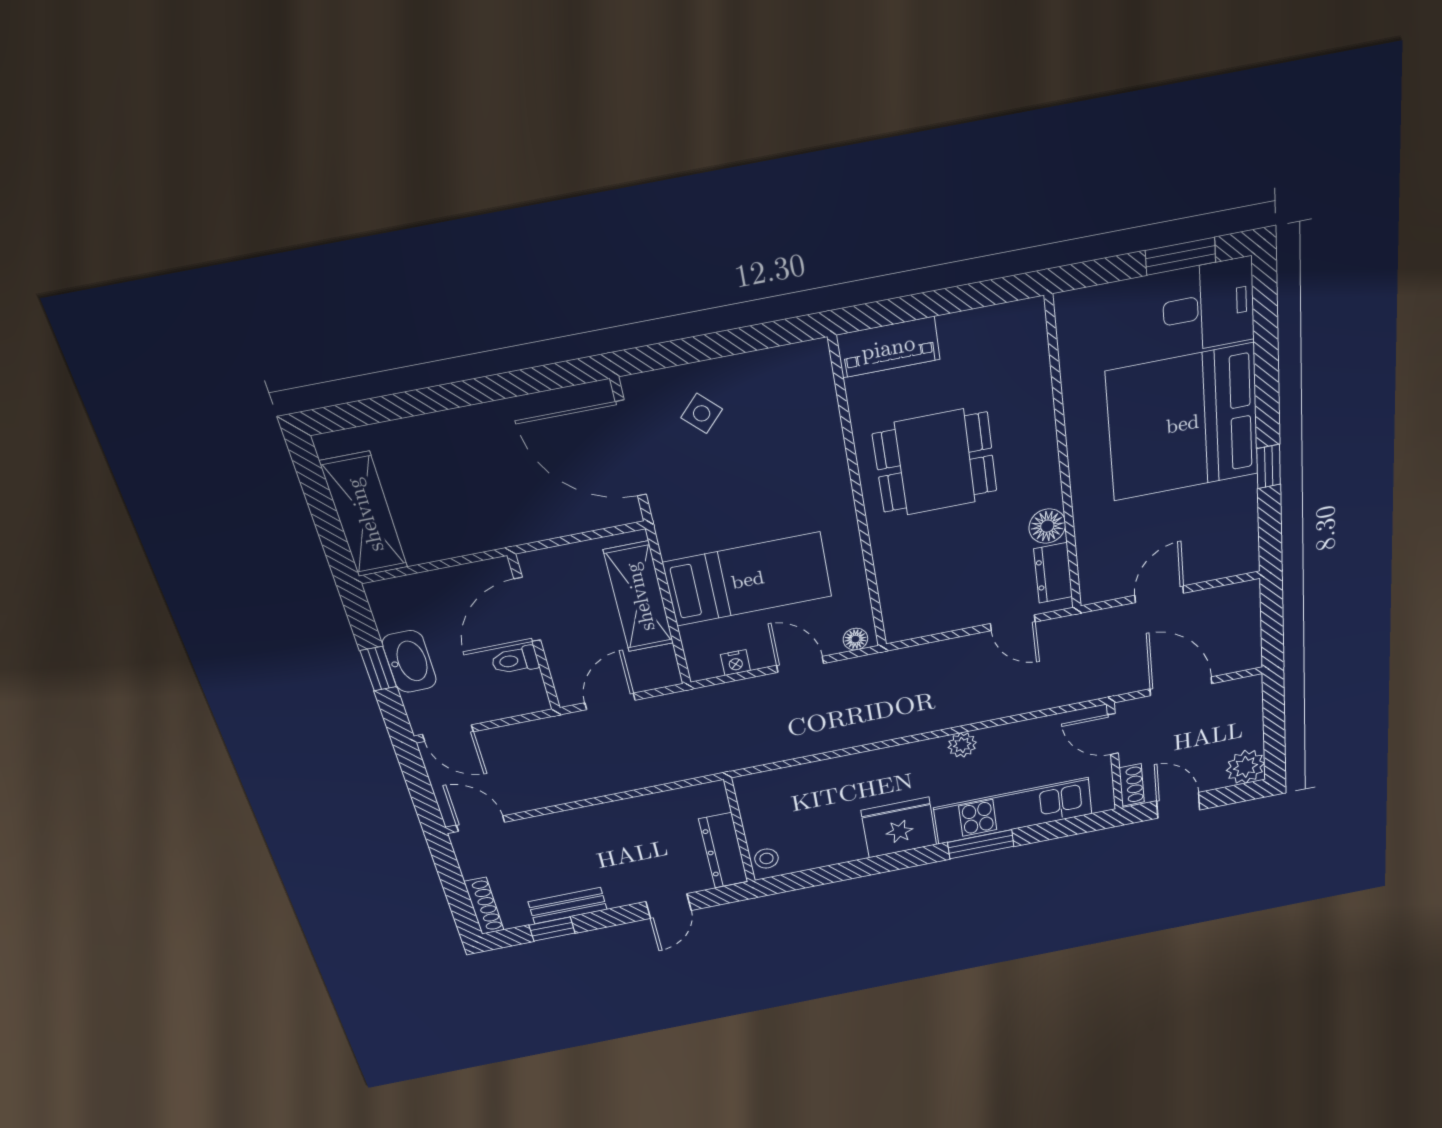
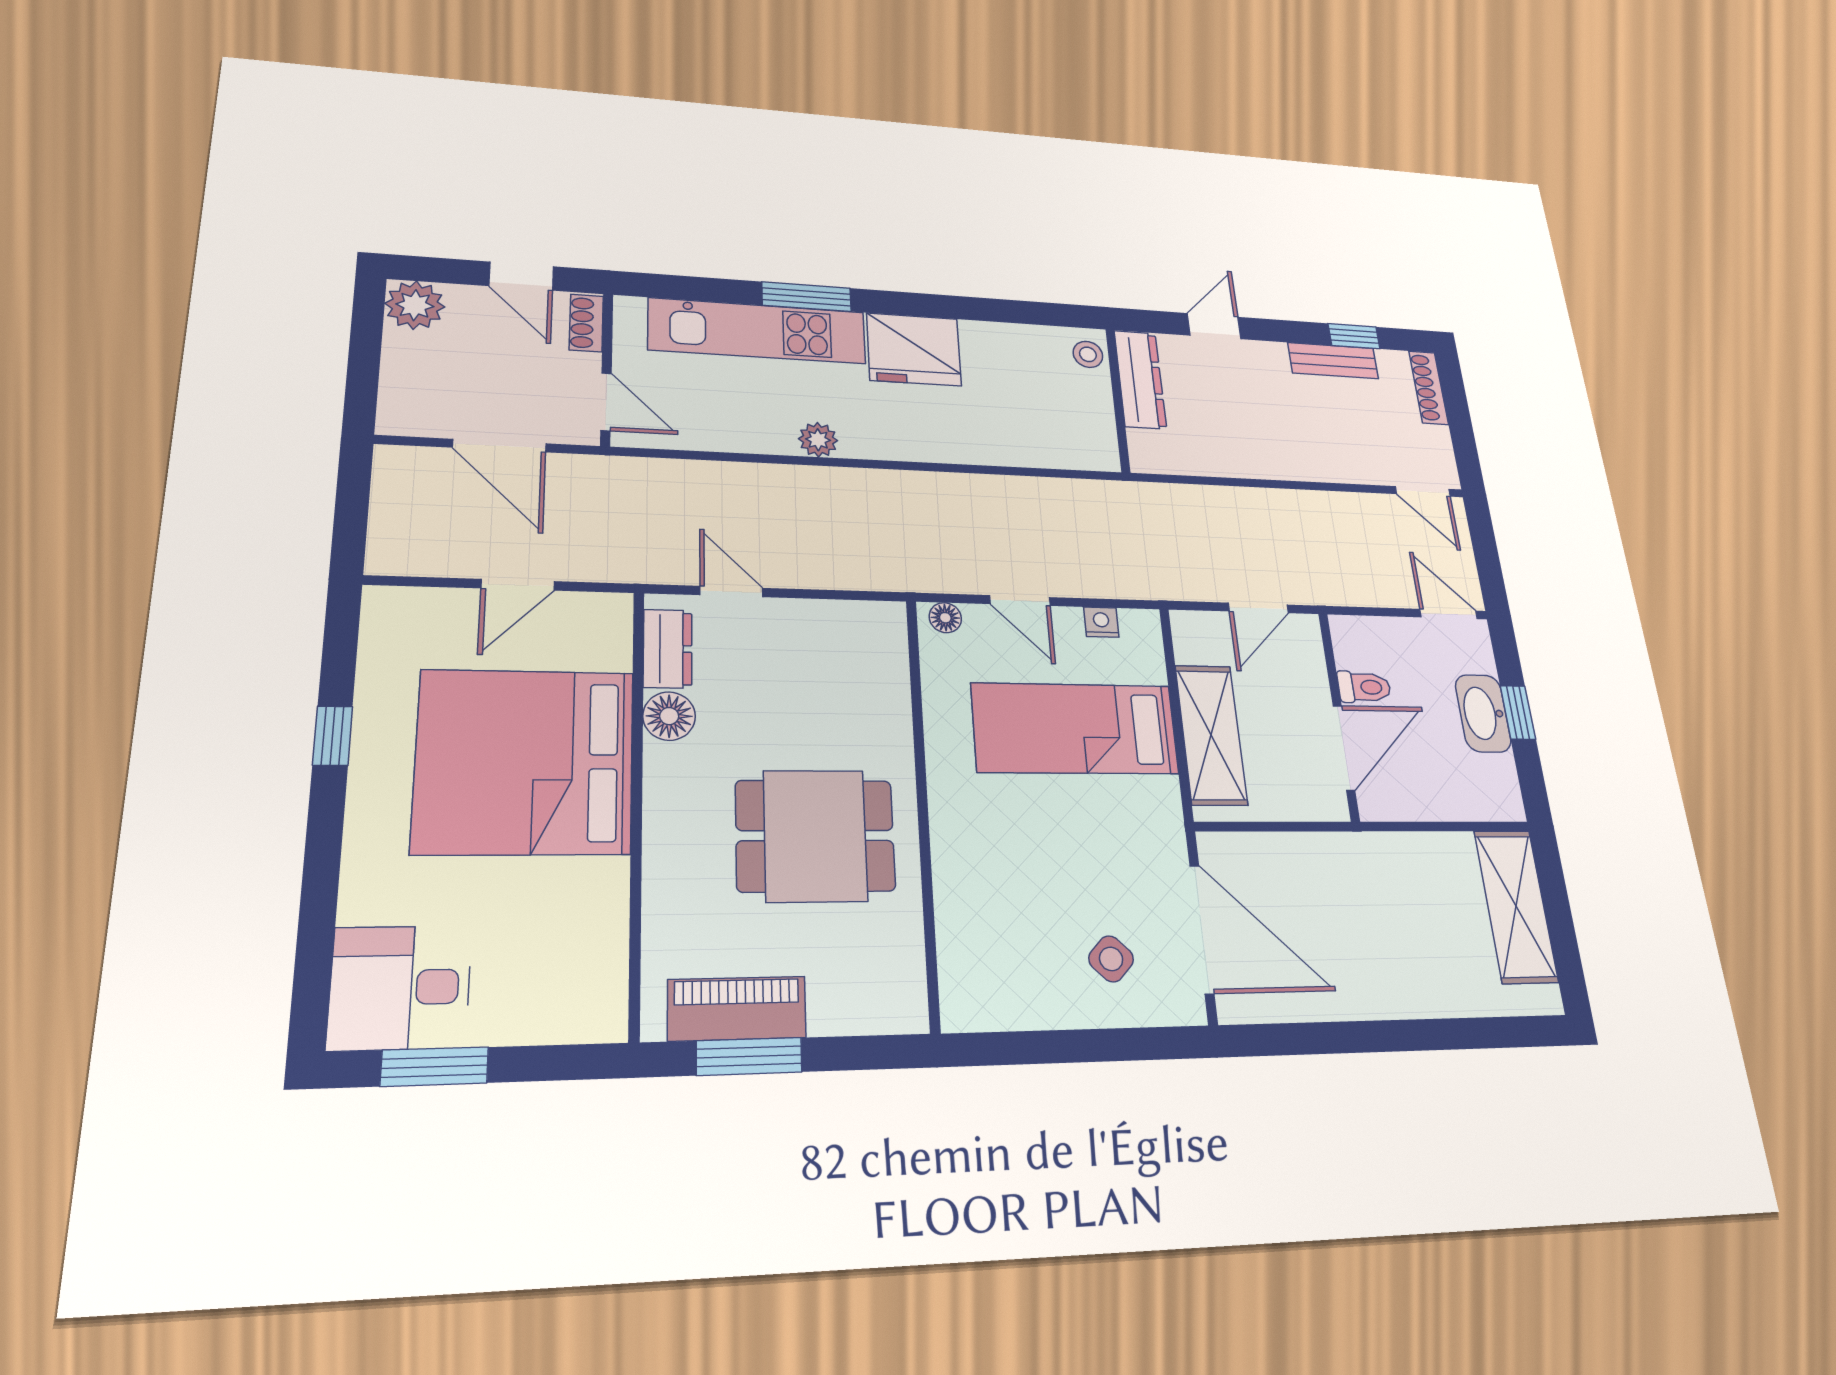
window: (966, 297) -> (749, 1056), added
piano: (888, 347) -> (737, 1008), moved
bed: (1183, 423) -> (525, 761), moved, turned 180

